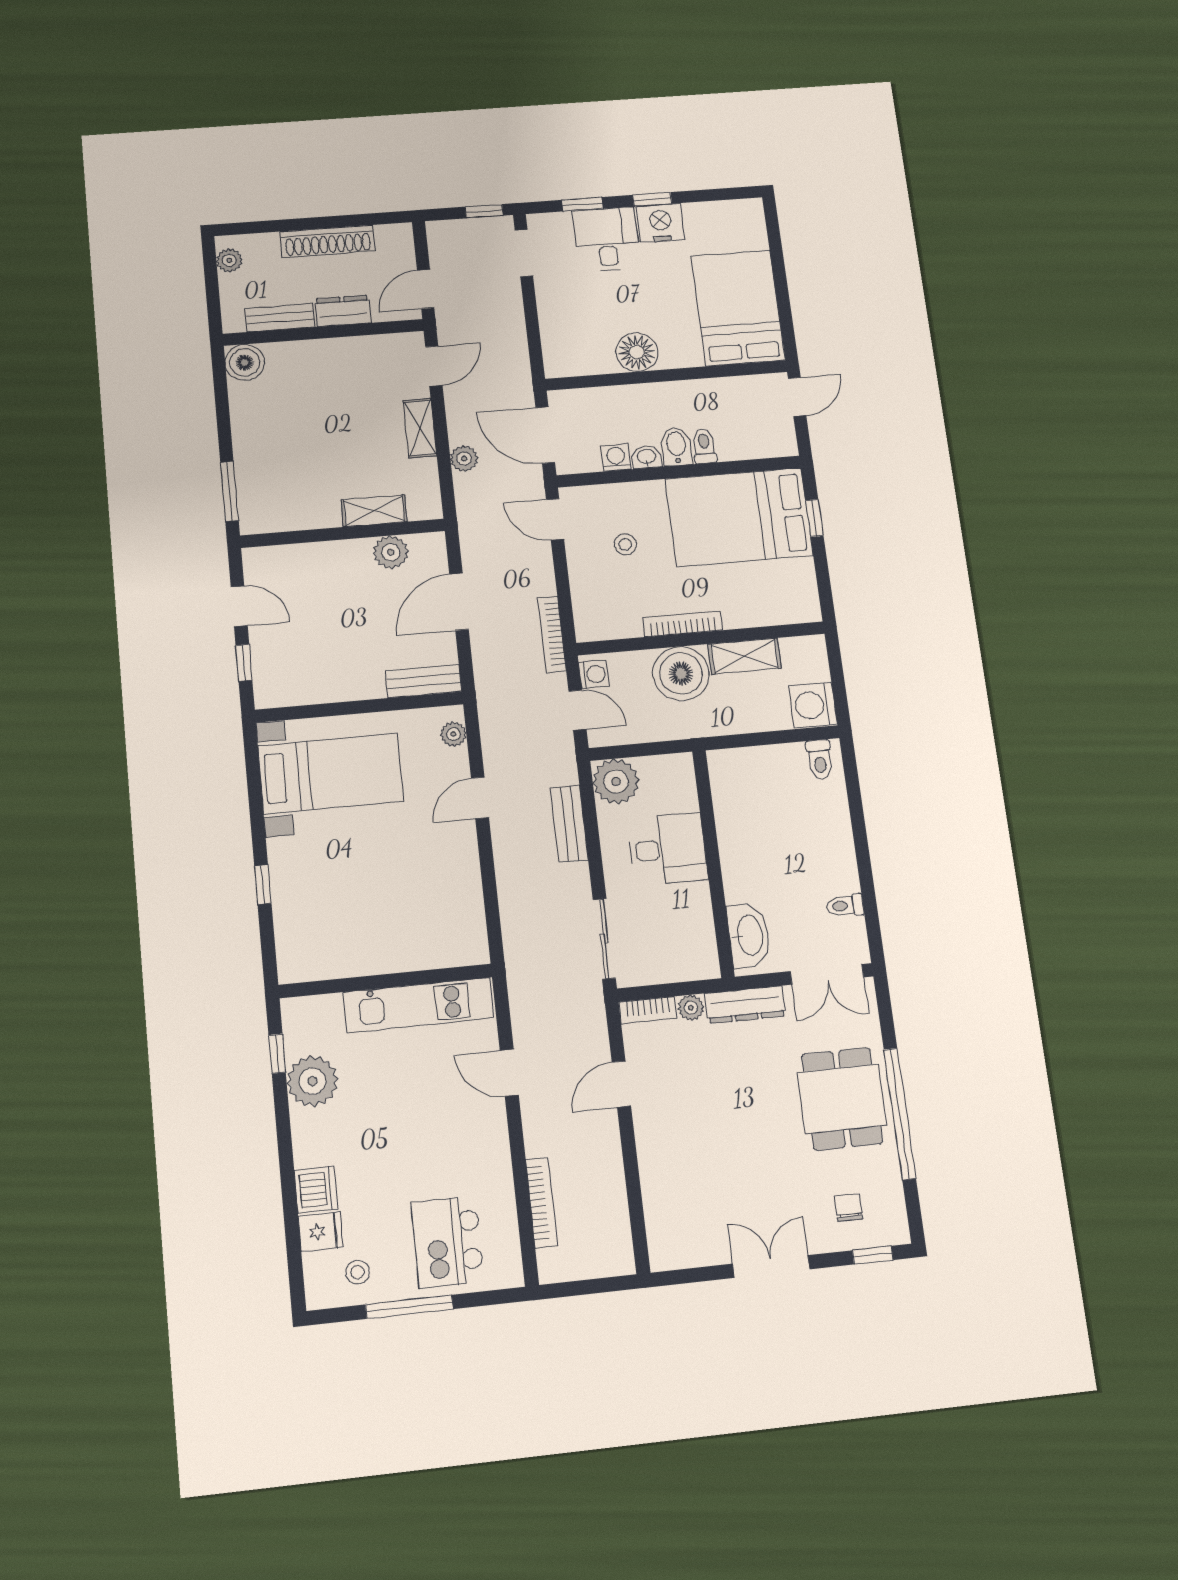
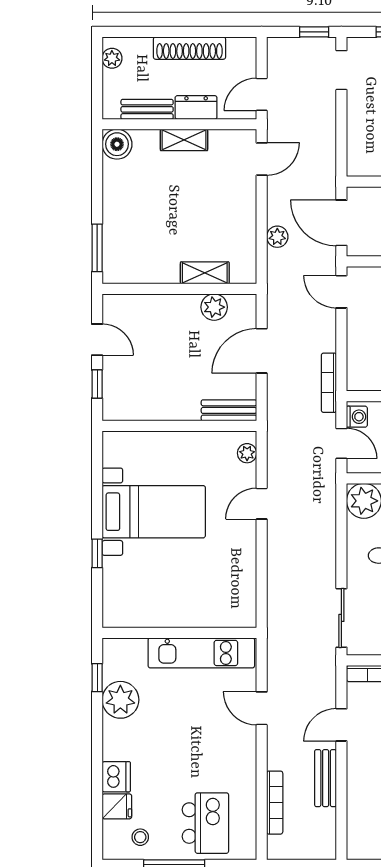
shelving: (420, 428) -> (184, 140), moved, turned 90
bed with nightstands: (331, 773) -> (154, 512), moved
bench: (569, 824) -> (326, 778), moved
kitchen island: (448, 1242) -> (205, 823), turned 180

